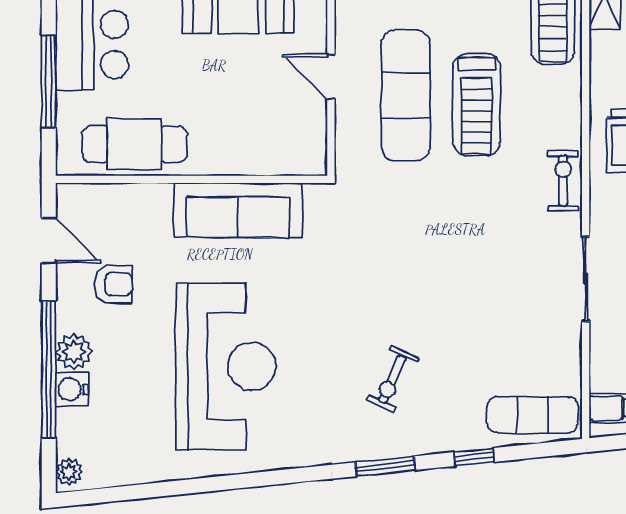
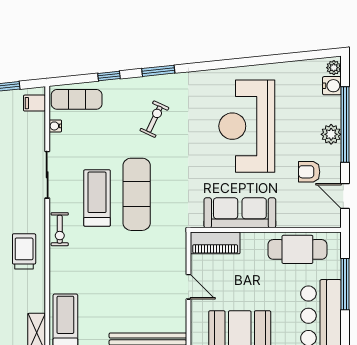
exercise mat: (406, 95) -> (137, 194), moved
treadmill: (477, 105) -> (97, 198), moved
piano: (283, 156) -> (215, 243), added
water cooler: (571, 367) -> (55, 126), added
water cooler: (72, 389) -> (332, 86), moved

